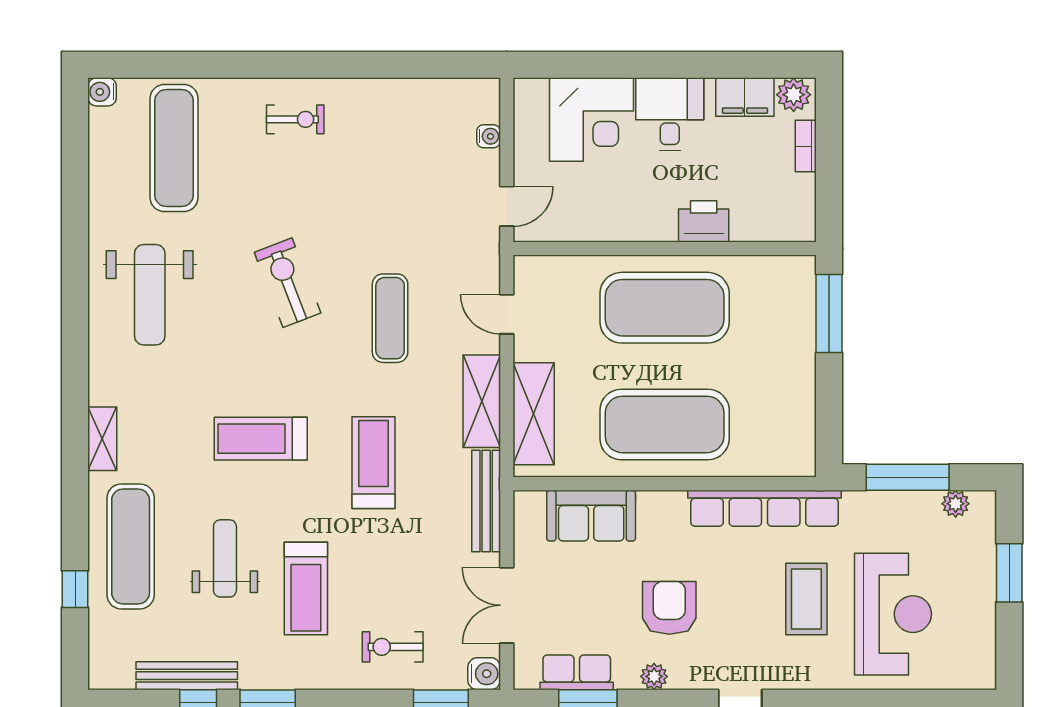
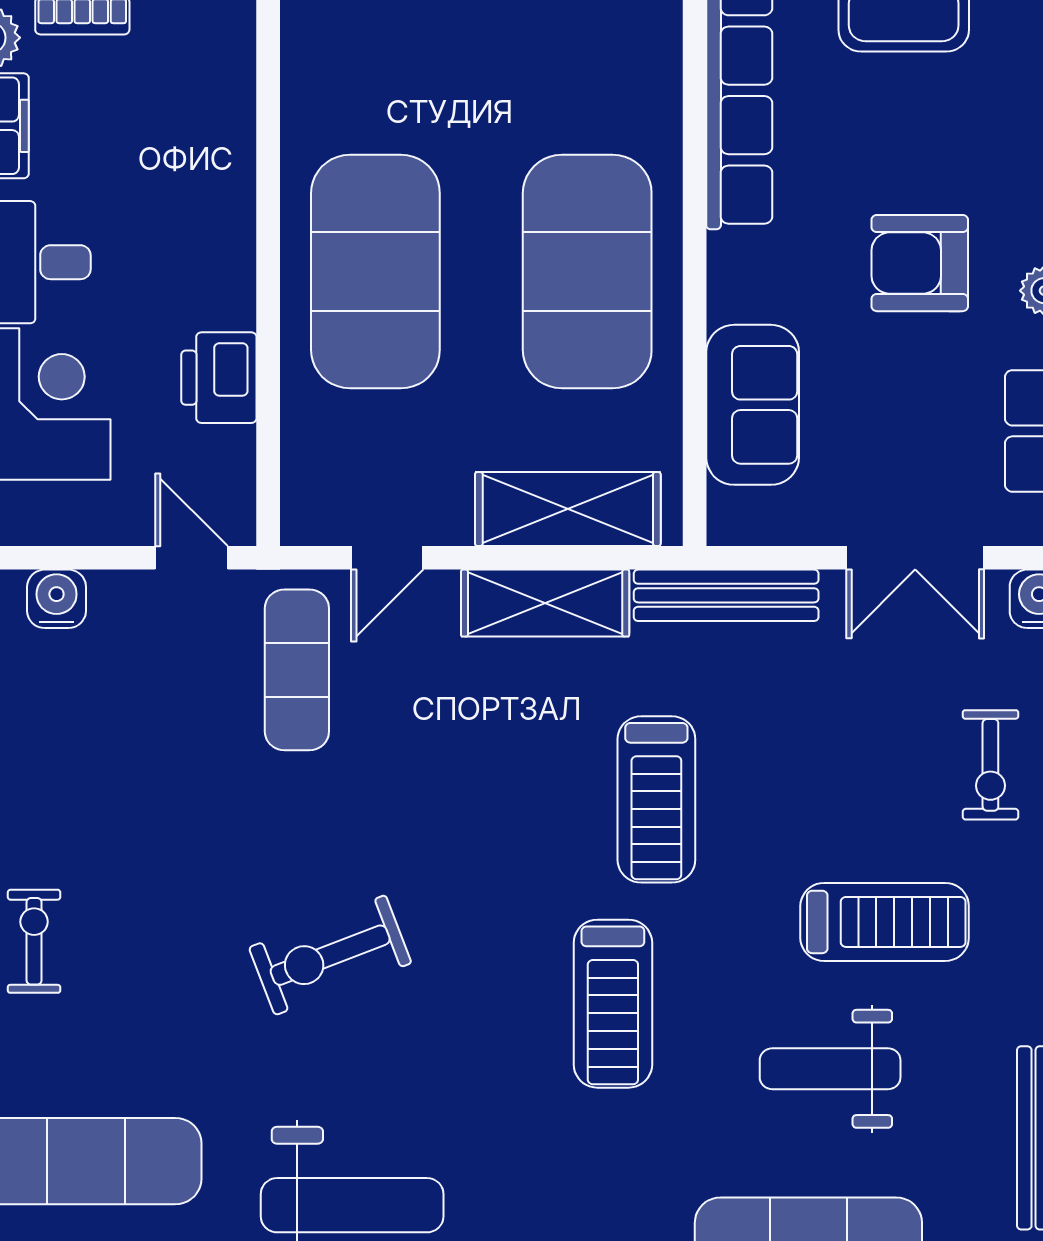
water cooler: (489, 136) -> (57, 599), width x1.38, depth x1.38
printer: (704, 221) -> (219, 378), moved
exercise mat: (390, 318) -> (297, 670), moved, turned 90
treadmill: (373, 463) -> (656, 799), turned -90

